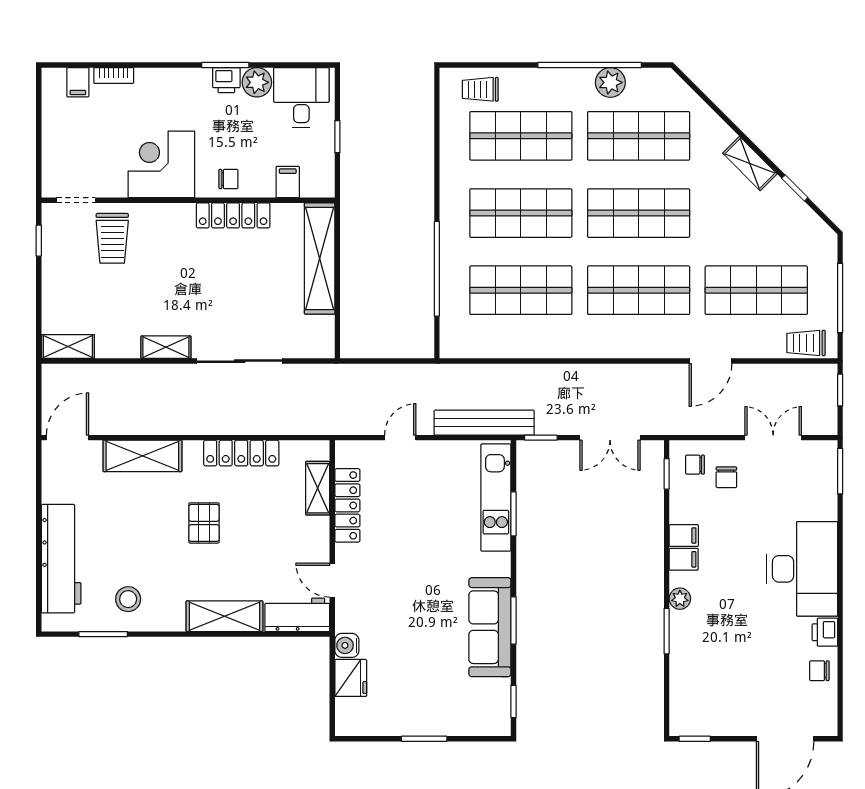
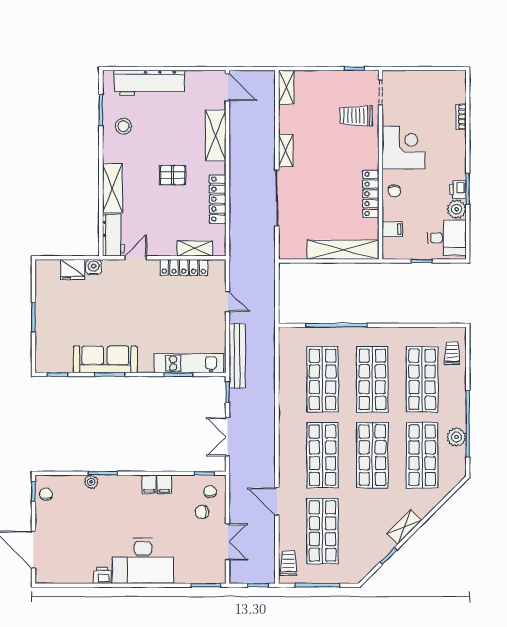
filing cabinet: (78, 82) -> (457, 94), removed
plant: (680, 599) -> (91, 482), moved
chair: (819, 671) -> (46, 494), moved

